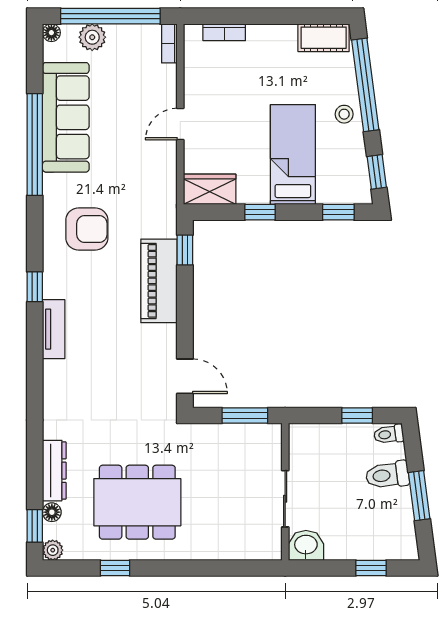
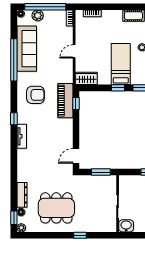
window: (260, 212) -> (118, 88), moved
piano: (159, 281) -> (65, 101), moved
door: (185, 376) -> (76, 156), swing flipped
window: (115, 568) -> (80, 235), moved

